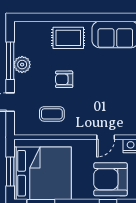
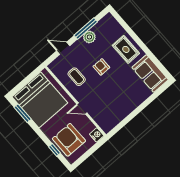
door: (106, 137) -> (82, 109), moved
window: (10, 171) -> (25, 81), removed

